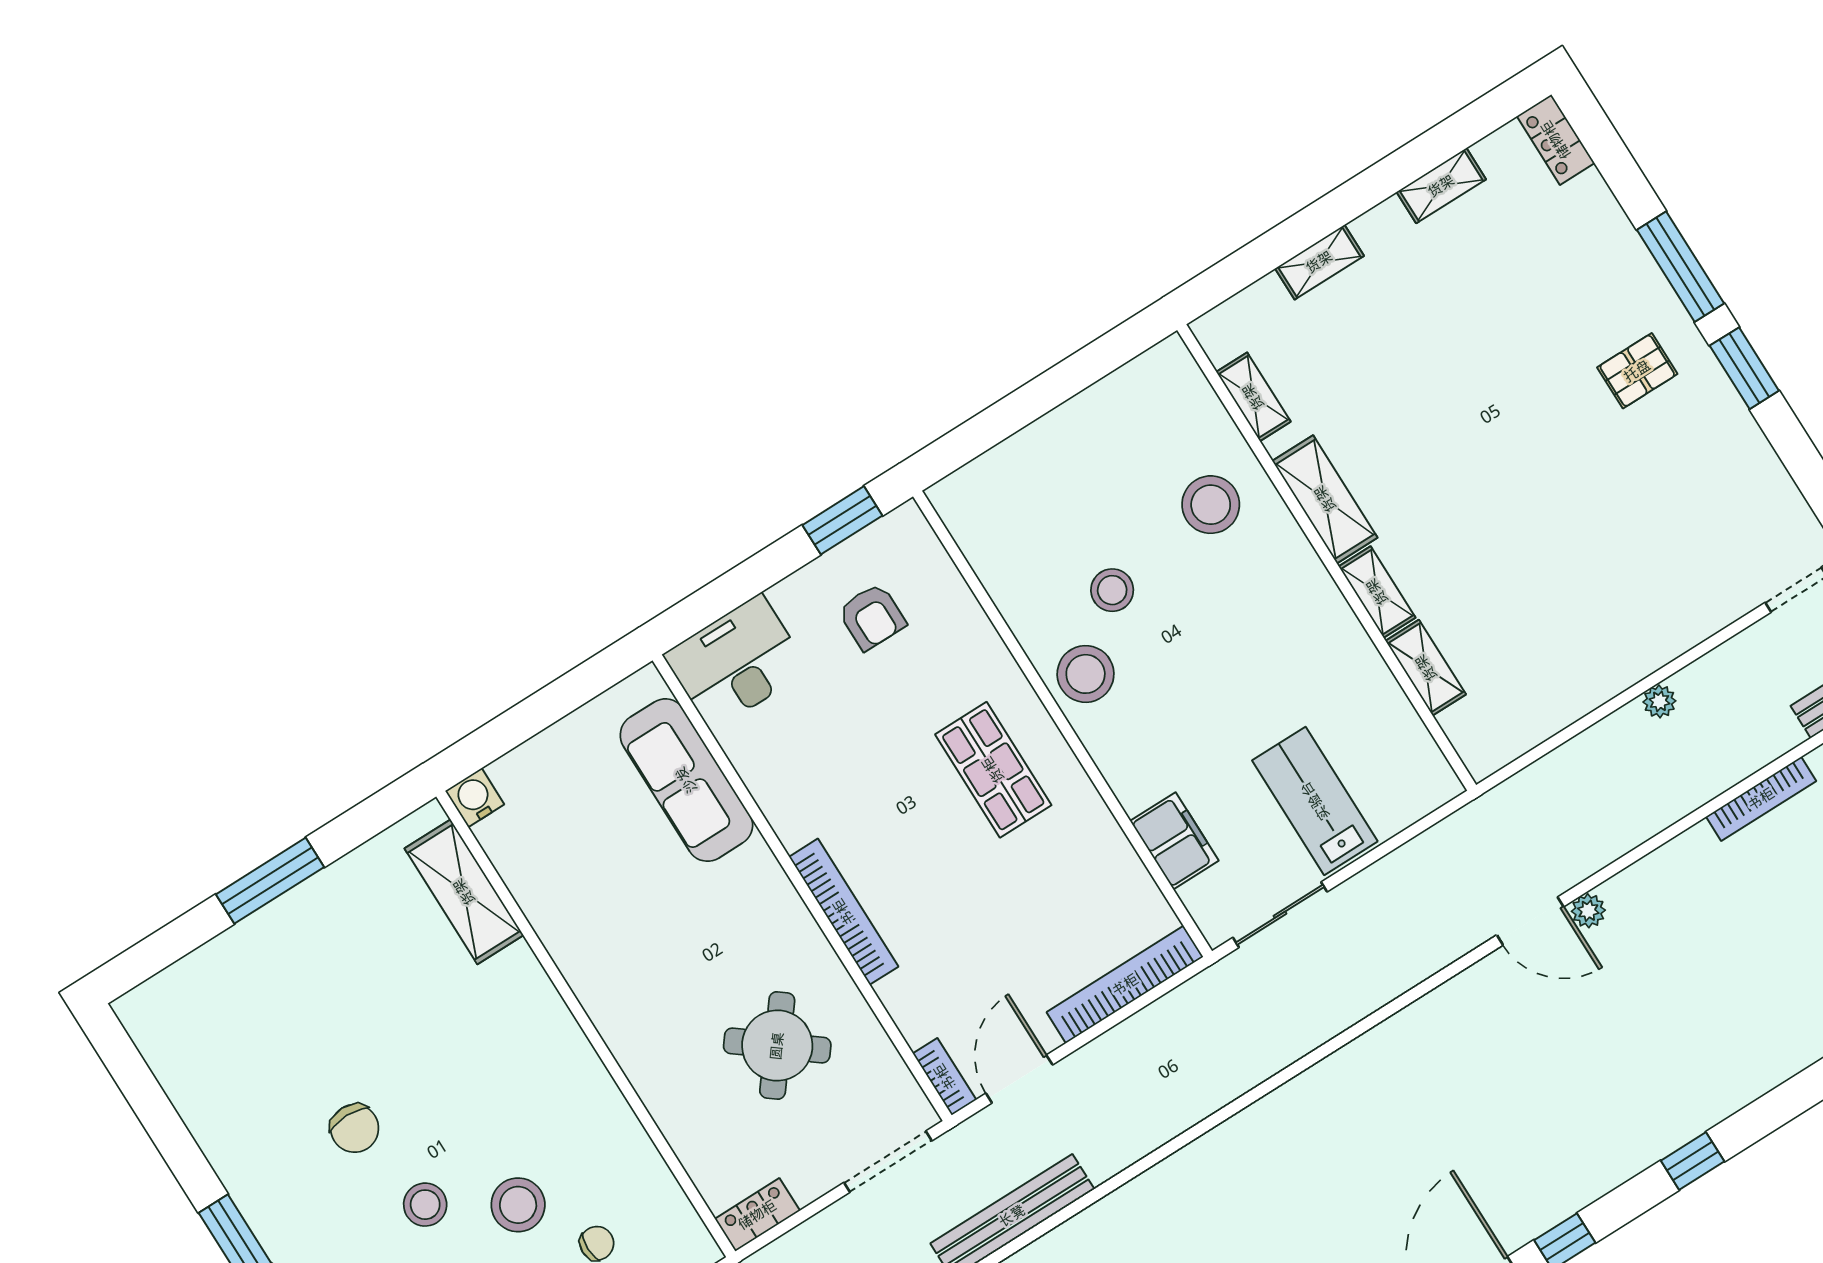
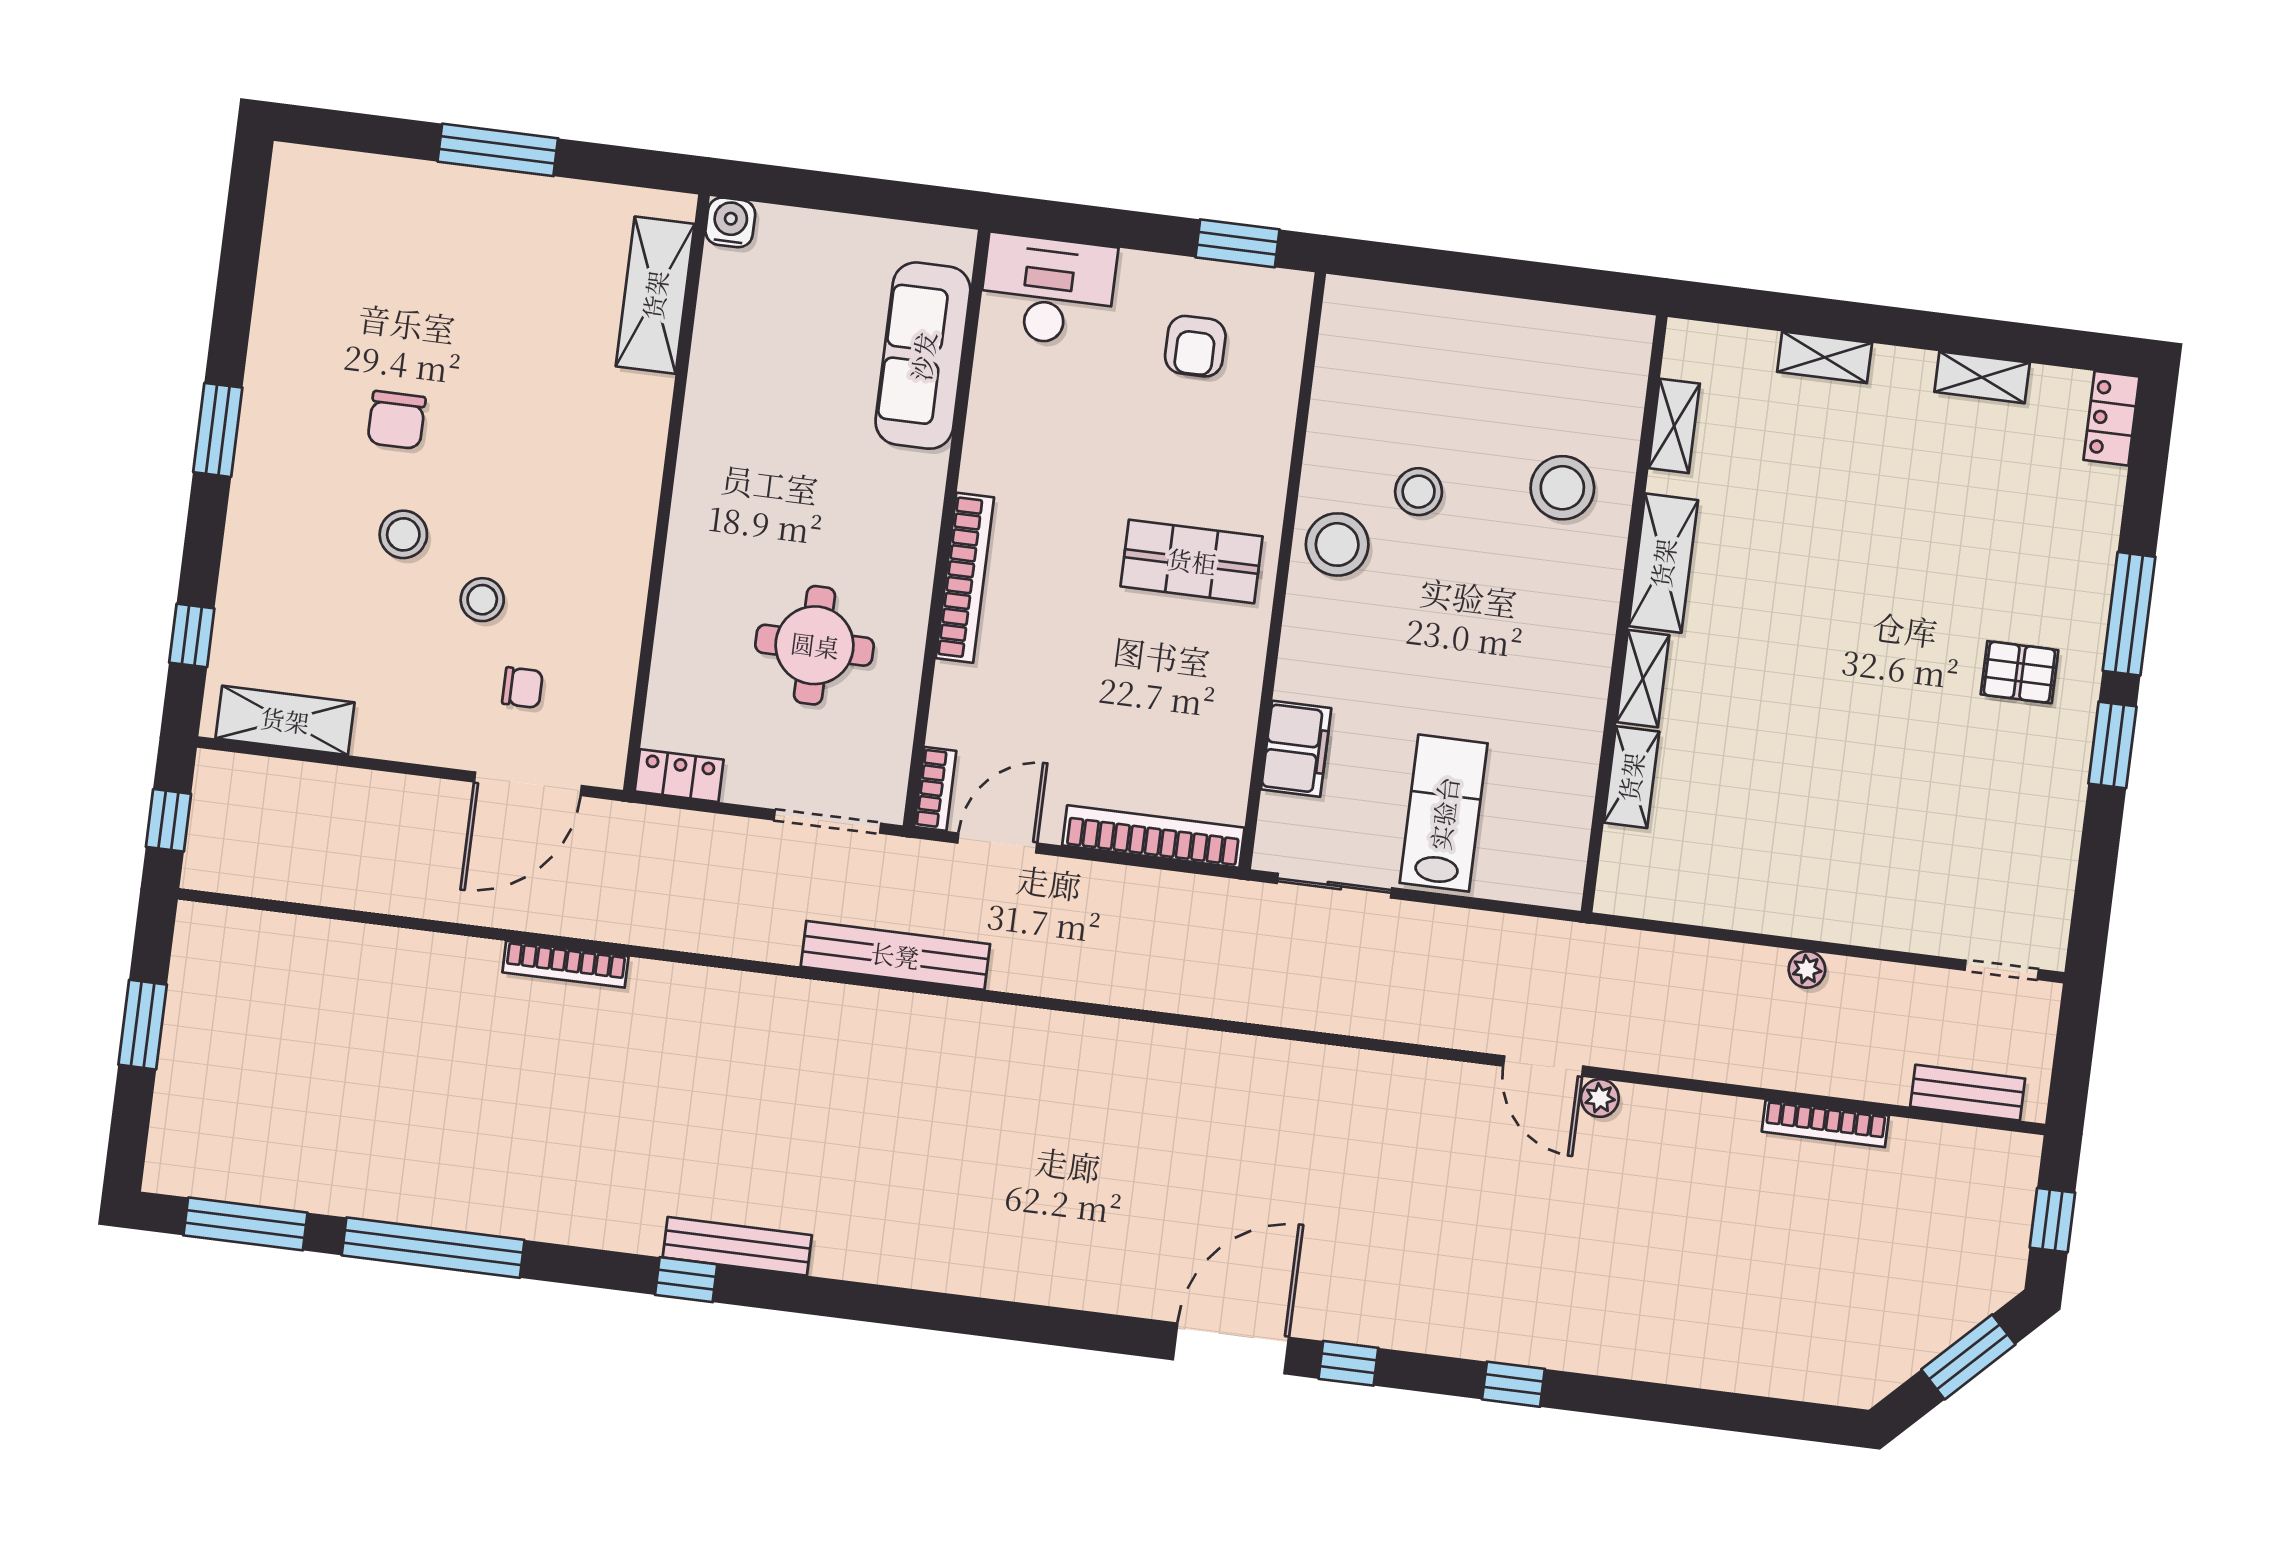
shop shelf: (993, 770) -> (1192, 561), turned 90
round table: (777, 1046) -> (815, 645), turned -38
stool: (518, 1205) -> (482, 600), width x0.73, depth x0.73

